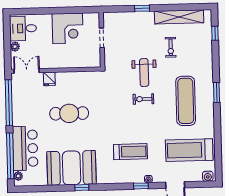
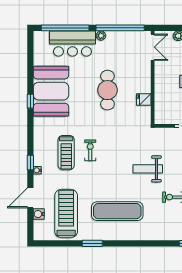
fridge: (49, 79) -> (144, 100), moved
window: (217, 92) -> (92, 243), moved
exercise bike: (143, 99) -> (90, 150), moved
plant: (18, 176) -> (101, 36), moved
water cooler: (208, 176) -> (39, 214), moved

